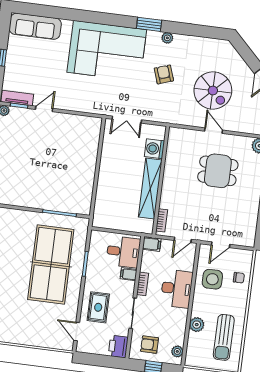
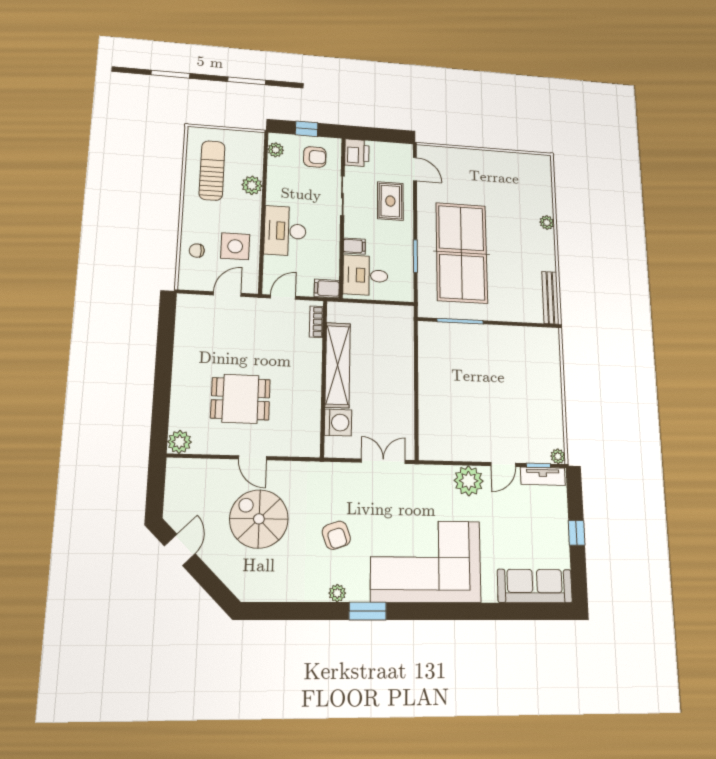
plant: (70, 100) -> (469, 481), added
bookcase: (143, 284) -> (333, 235), removed

